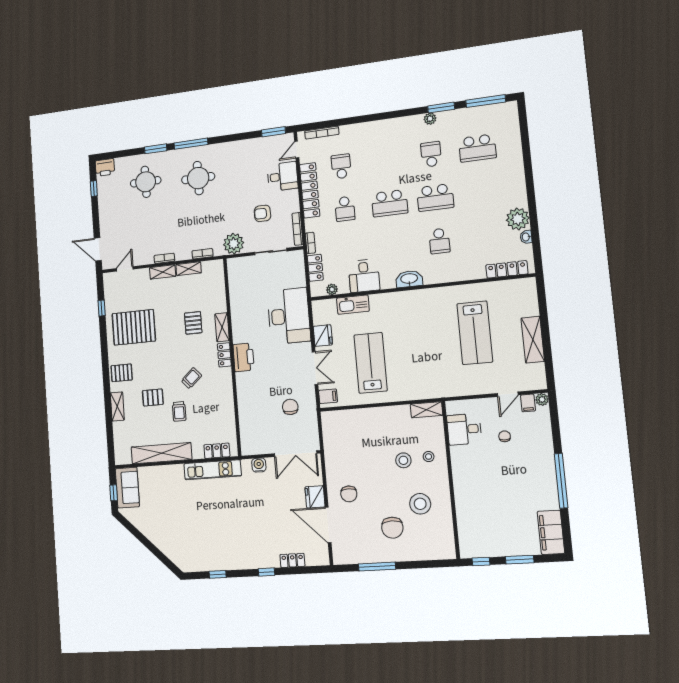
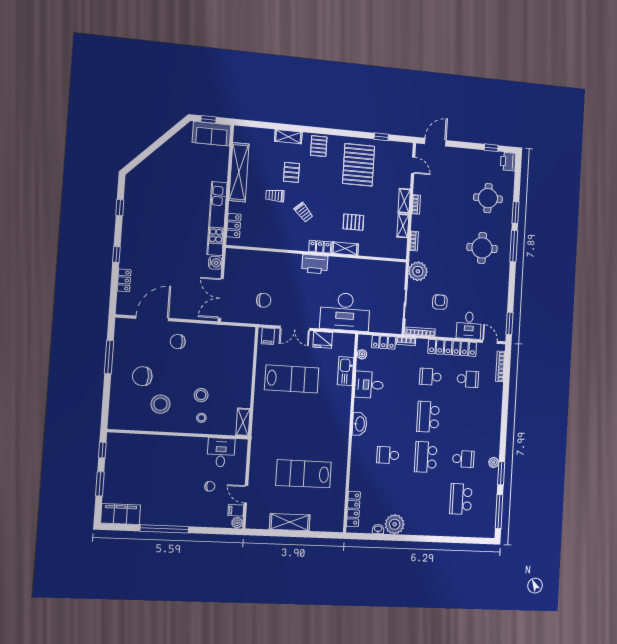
kitchen unit: (213, 470) -> (217, 219), width x1.36
fridge: (315, 497) -> (179, 310), removed

